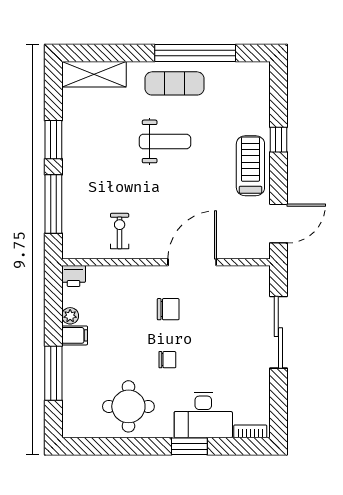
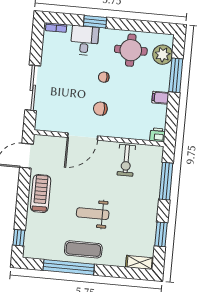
shelving: (94, 74) -> (140, 262), width x0.67, depth x0.75
window: (53, 140) -> (161, 234), moved
window: (278, 140) -> (19, 238), moved
treadmill: (250, 166) -> (41, 194), turned 180
exercise bike: (120, 231) -> (126, 160), width x1.38, depth x1.39
plant: (70, 316) -> (163, 55), moved, width x1.87, depth x1.87
desk: (203, 415) -> (85, 40), width x0.73

